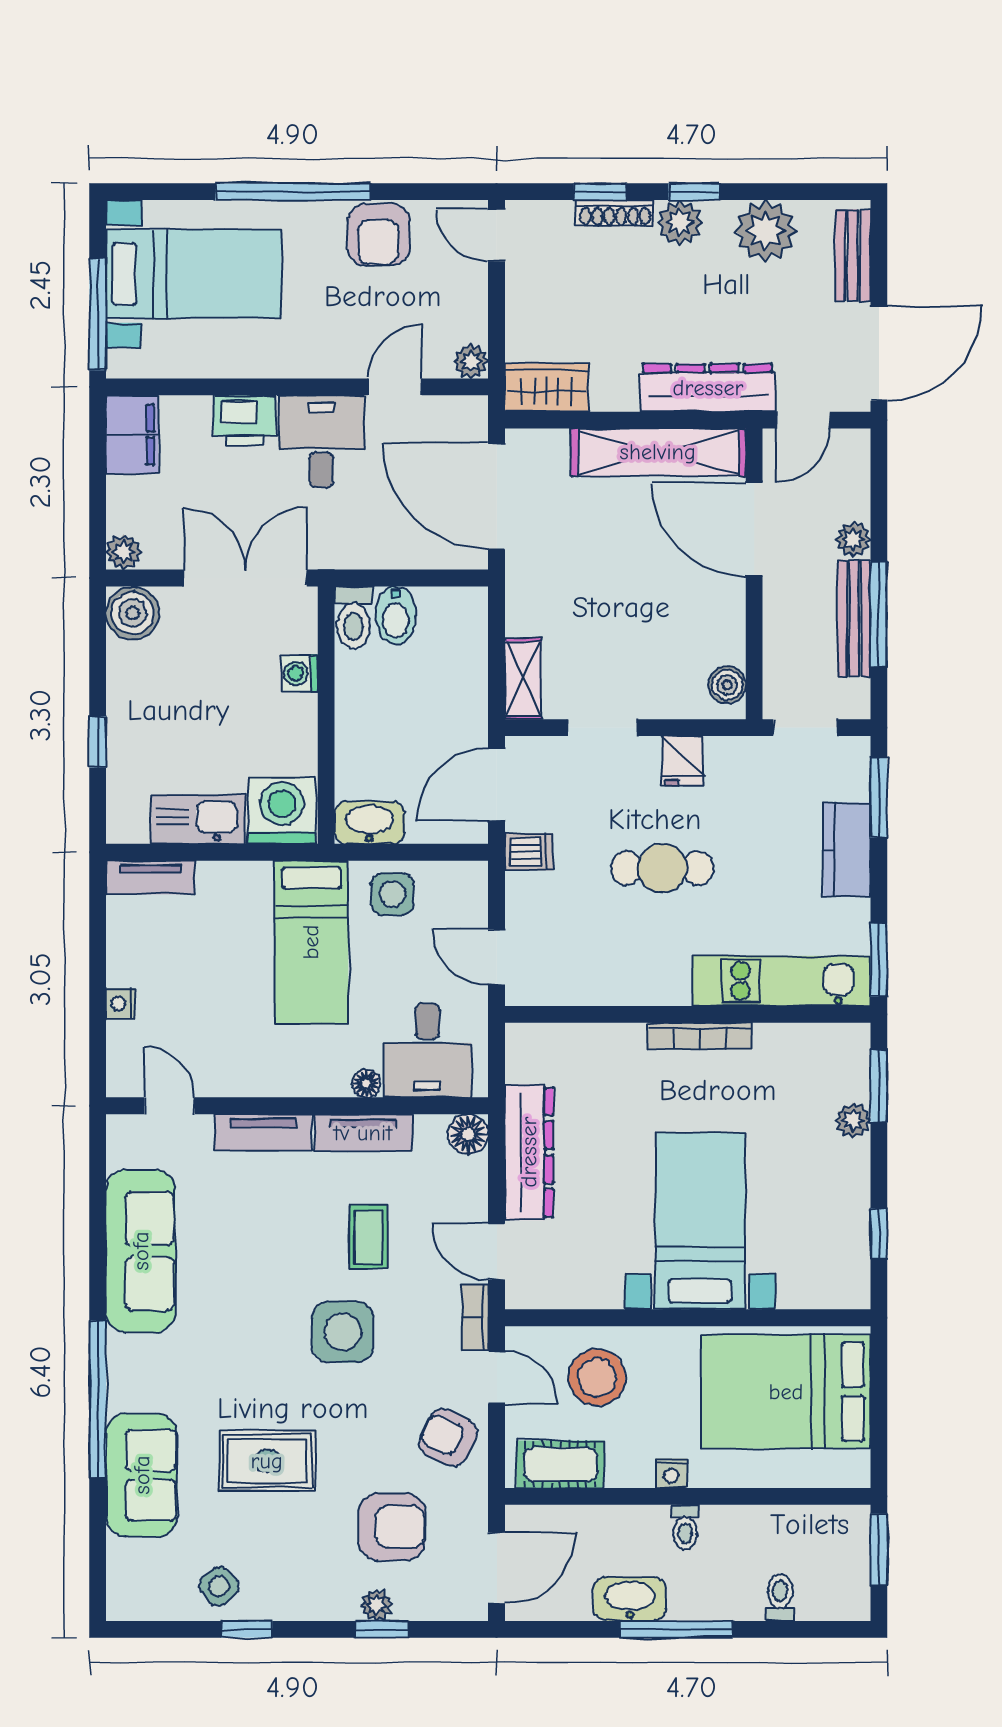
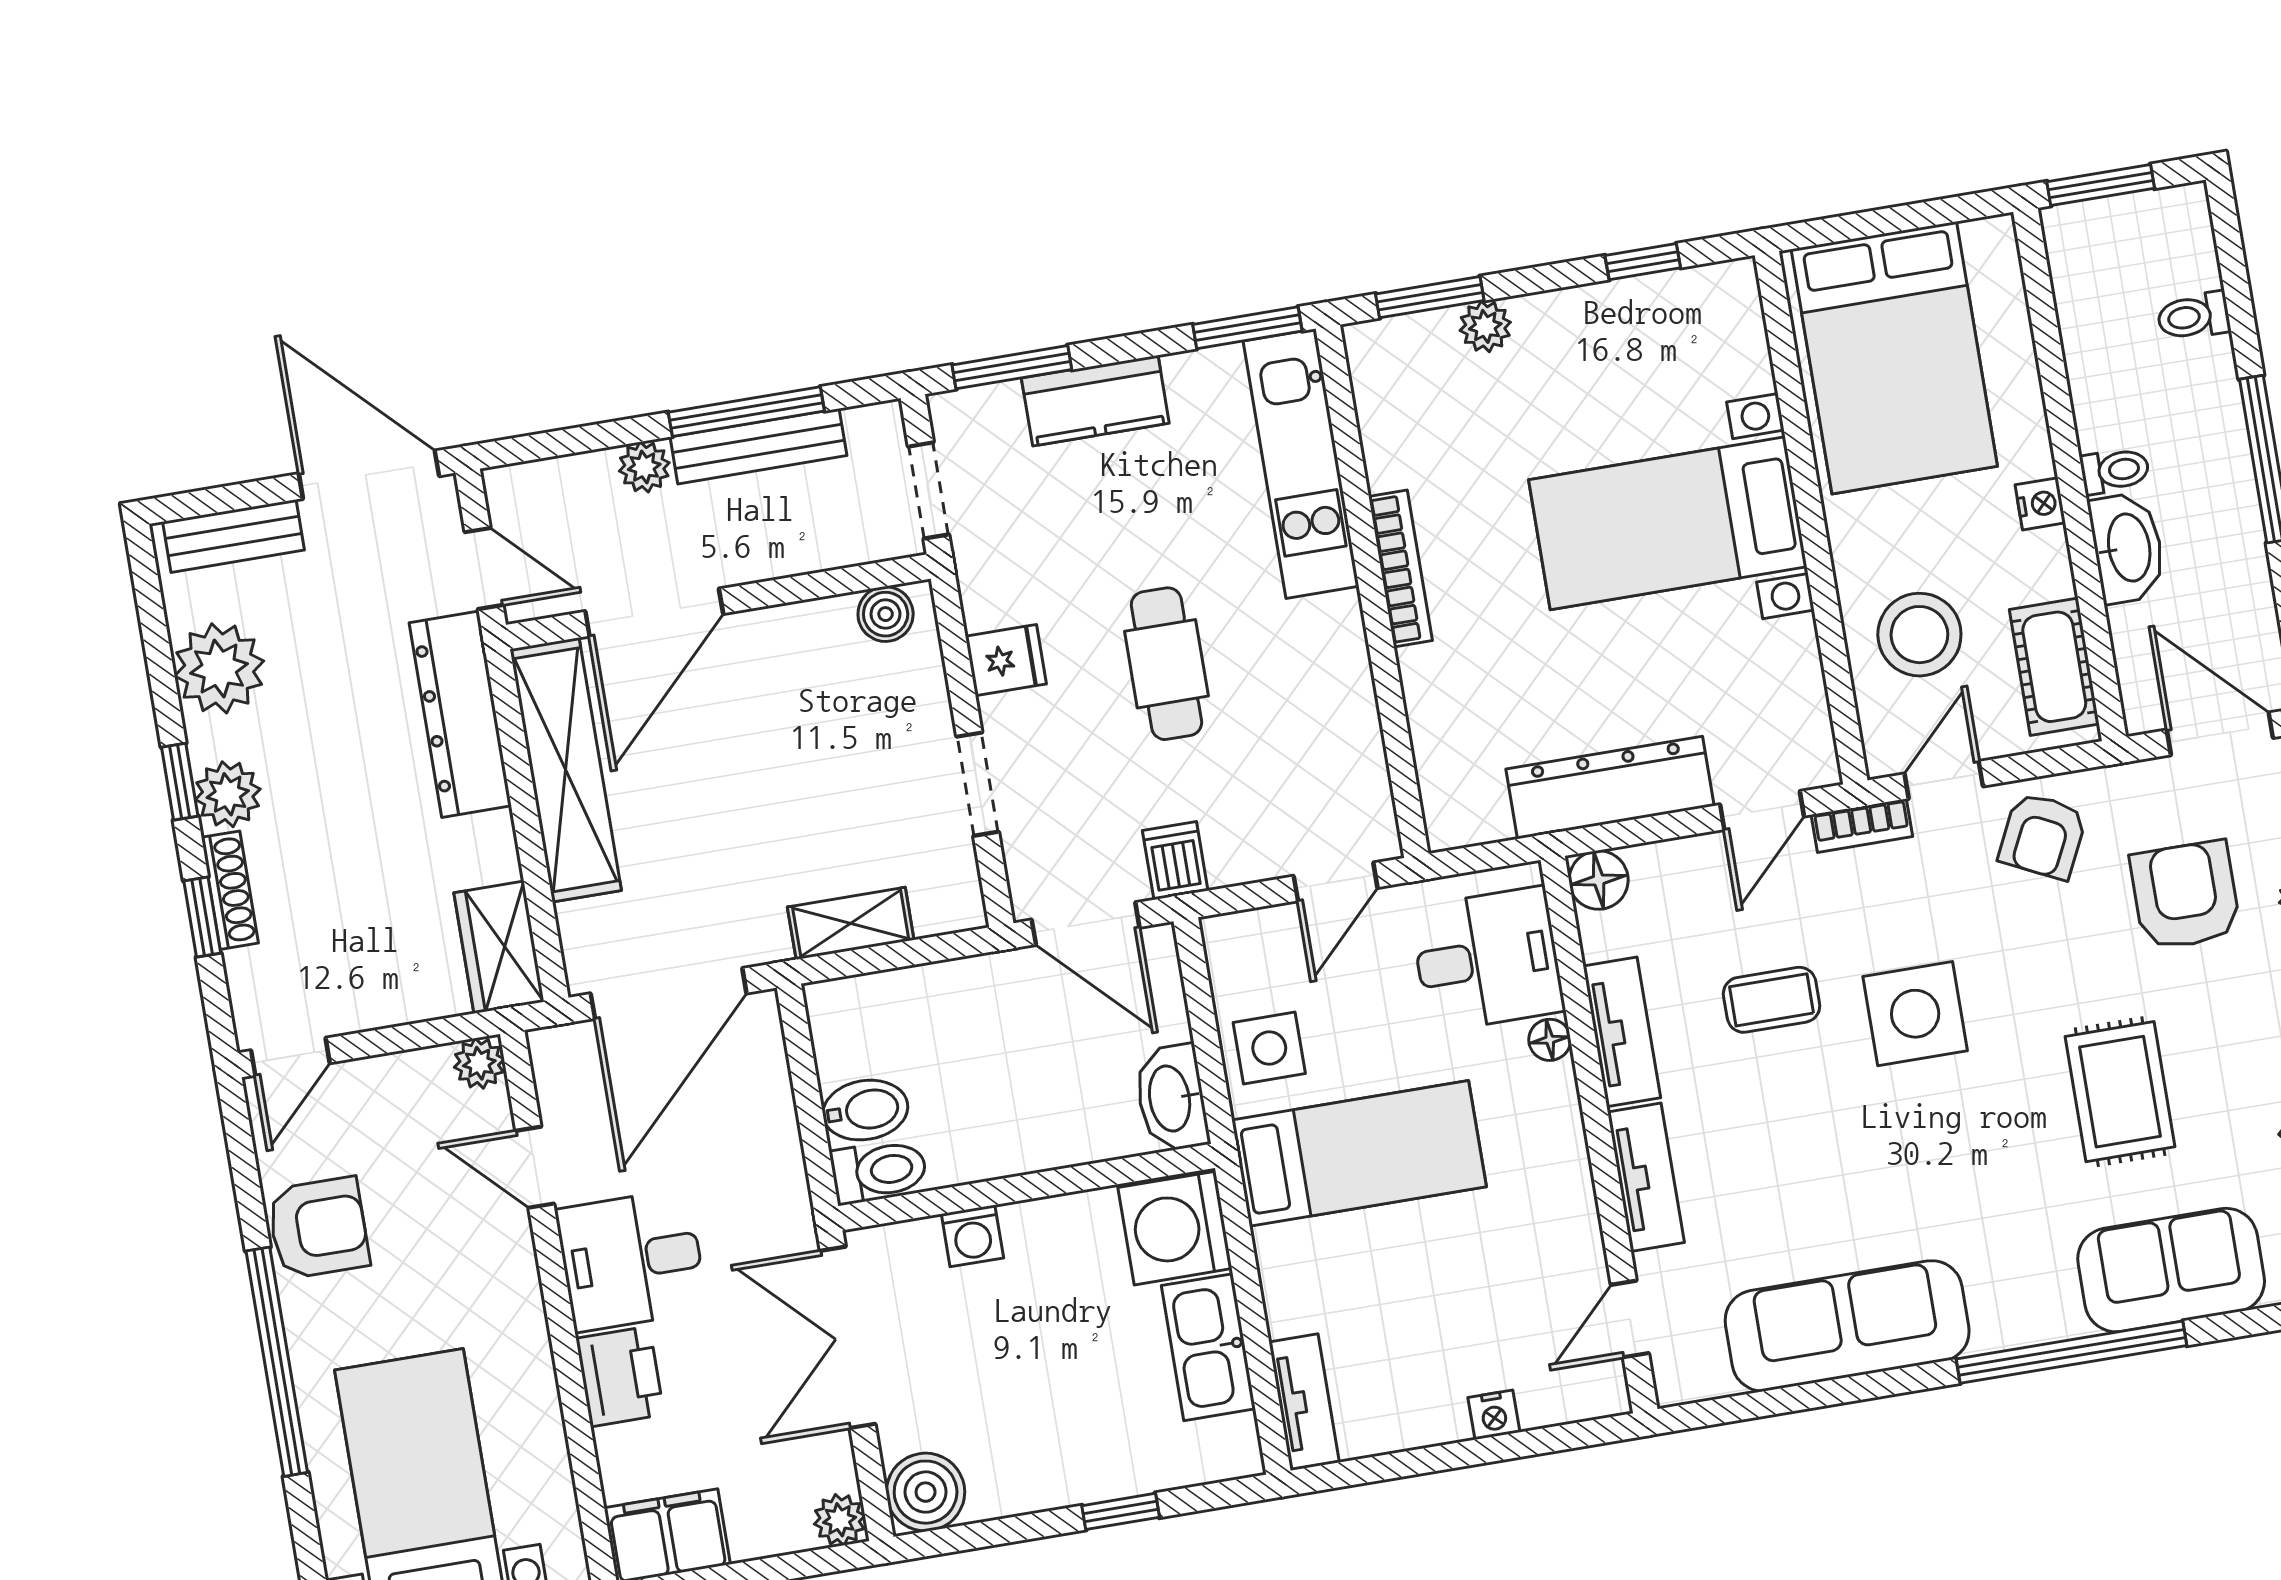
shelving: (523, 679) -> (851, 923), moved
washbasin: (630, 1599) -> (2127, 548), moved, turned 180

